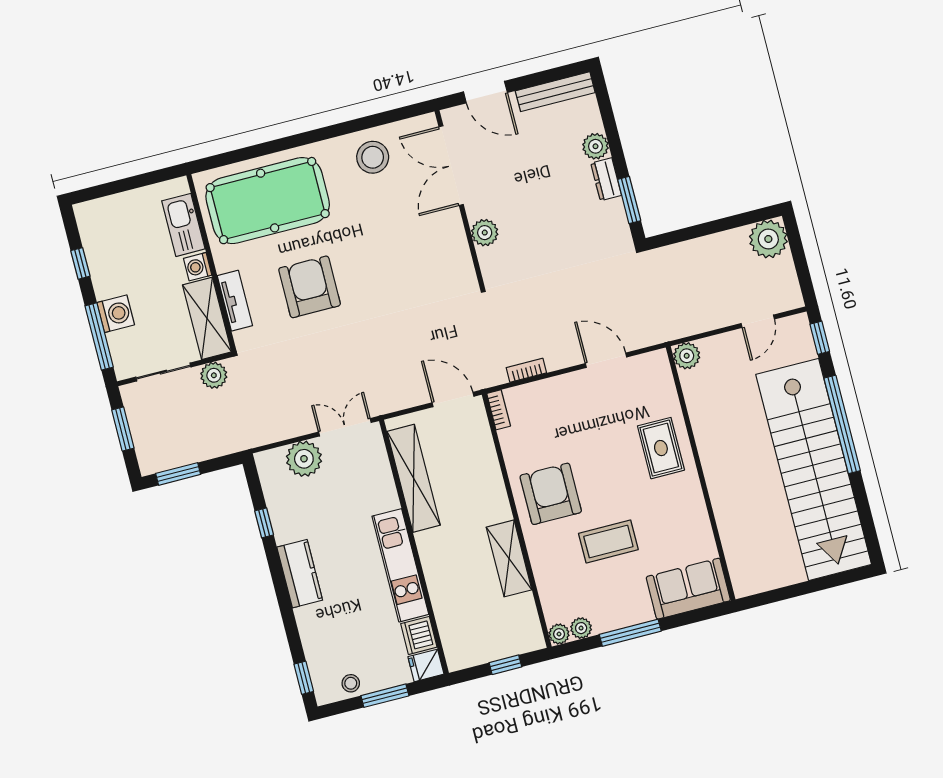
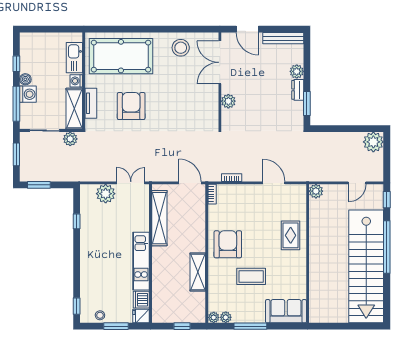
boiler: (104, 288) -> (25, 79), added
kitchen counter: (300, 574) -> (88, 252), removed

